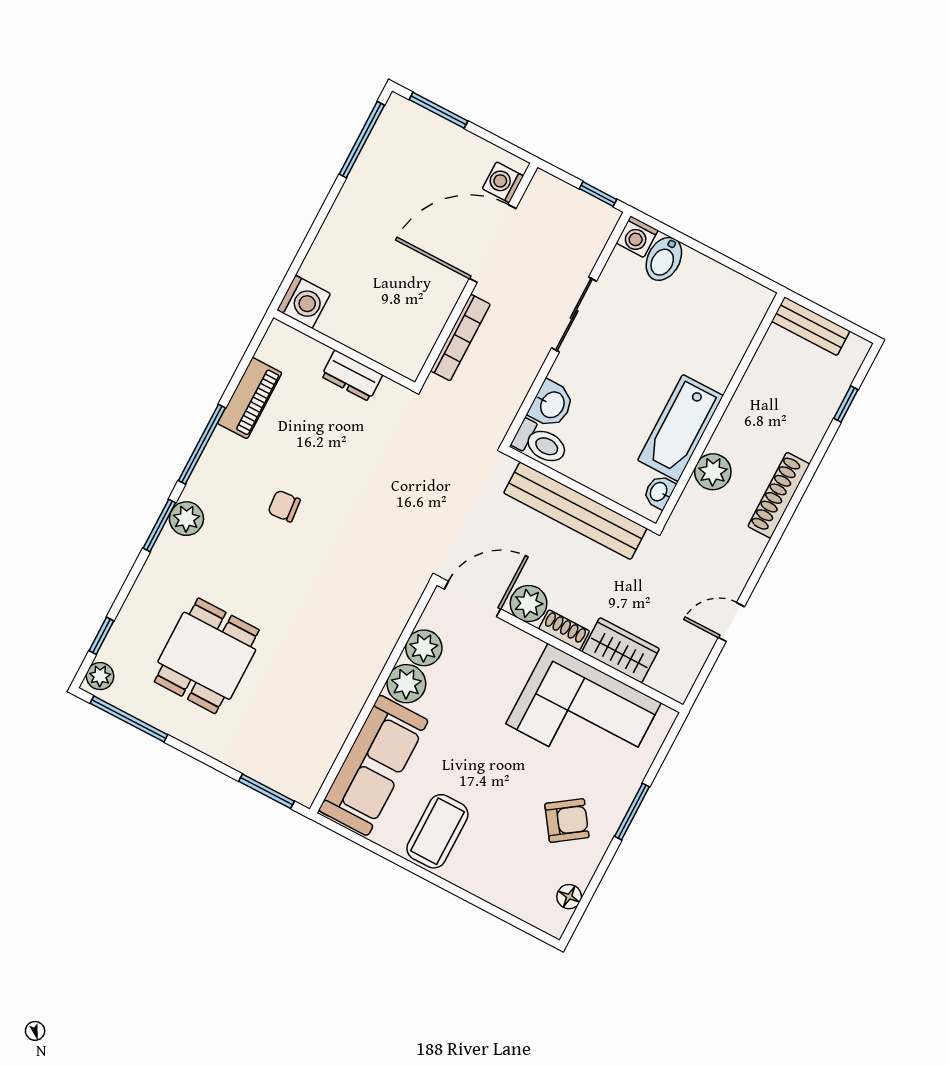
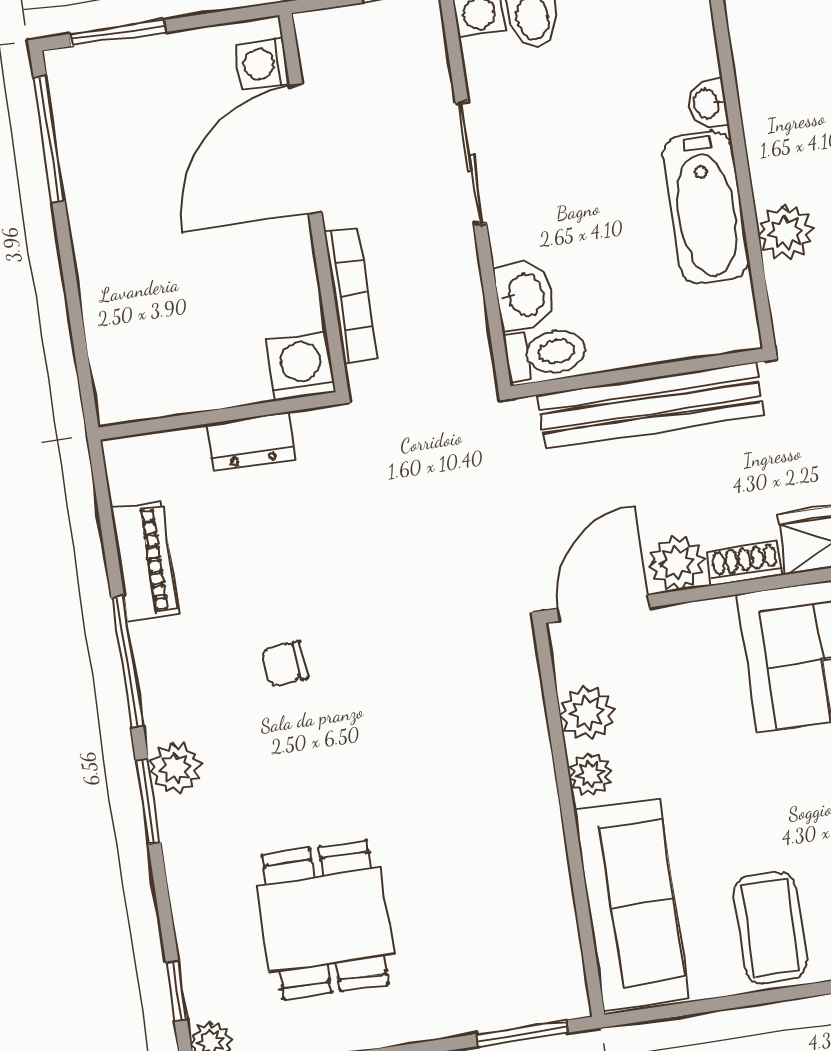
washing machine: (304, 302) -> (301, 366), moved, turned -90
washbasin: (659, 492) -> (707, 104), moved
plant: (406, 684) -> (590, 774), width x0.73, depth x0.73

